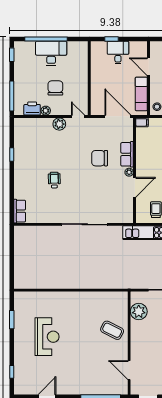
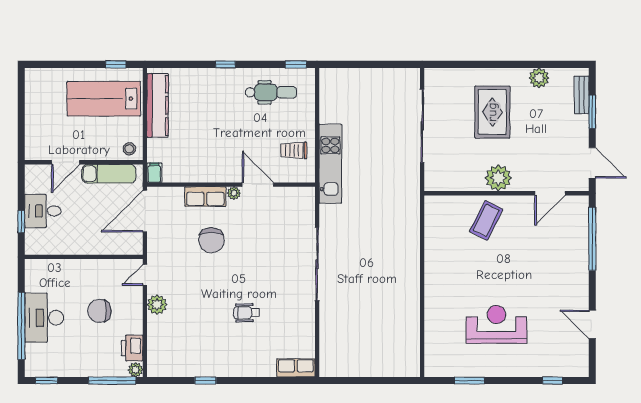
plant: (46, 111) -> (136, 370), moved
plant: (139, 312) -> (498, 178), moved

